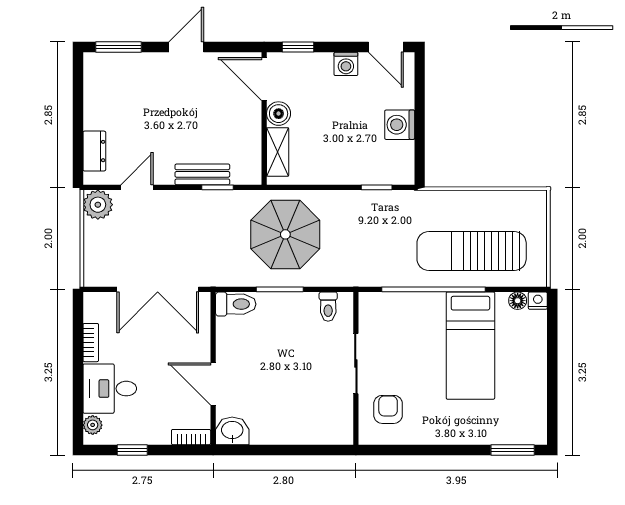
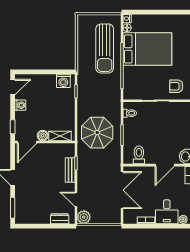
washing machine: (400, 125) -> (63, 81), moved
toilet: (236, 304) -> (139, 155), moved
bed: (470, 346) -> (147, 49), width x1.50

